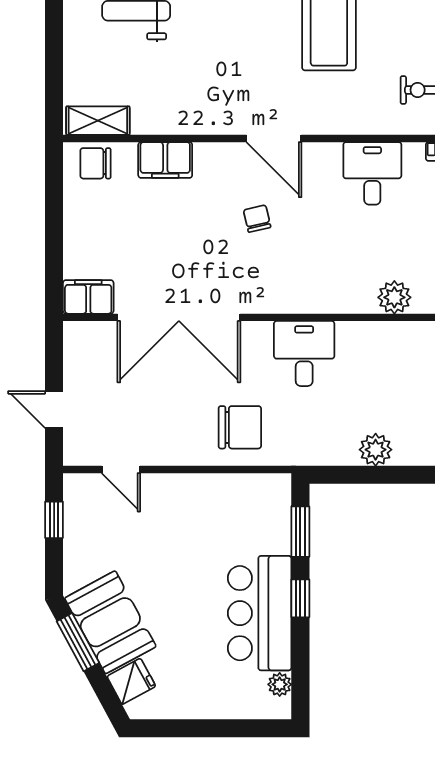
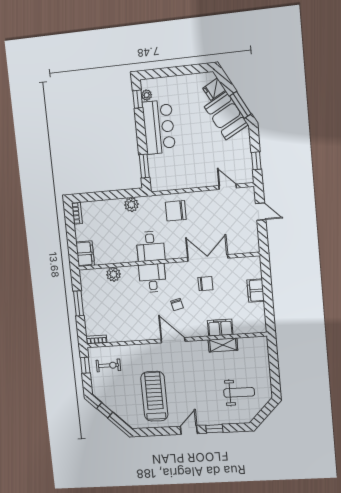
shelving: (98, 121) -> (223, 345), moved
chair: (95, 163) -> (205, 284), moved
desk: (372, 173) -> (152, 278), moved, turned 180
filing cabinet: (88, 297) -> (256, 291), moved, turned 90
double door: (179, 317) -> (208, 258), width x0.73
plant: (376, 450) -> (131, 205), moved
window: (300, 598) -> (138, 99), moved

